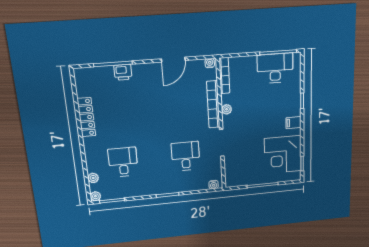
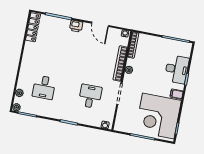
door: (173, 60) -> (100, 24), hinge flipped
desk: (275, 68) -> (177, 69), moved, turned 90
printer: (123, 72) -> (76, 26), moved
locker: (86, 117) -> (33, 27), moved
corner desk: (283, 155) -> (158, 116), width x1.36, depth x1.36
desk: (123, 162) -> (44, 87), turned 180

